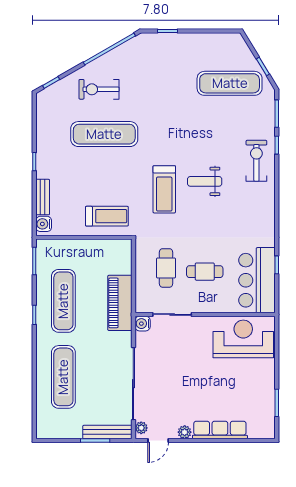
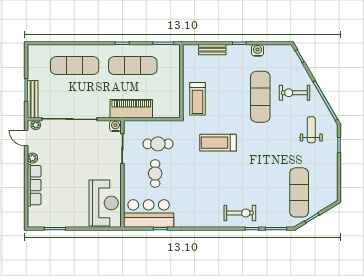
exercise bike: (99, 89) -> (295, 93), turned -90
weight bench: (205, 181) -> (311, 130), moved
water cooler: (44, 224) -> (258, 50), moved

